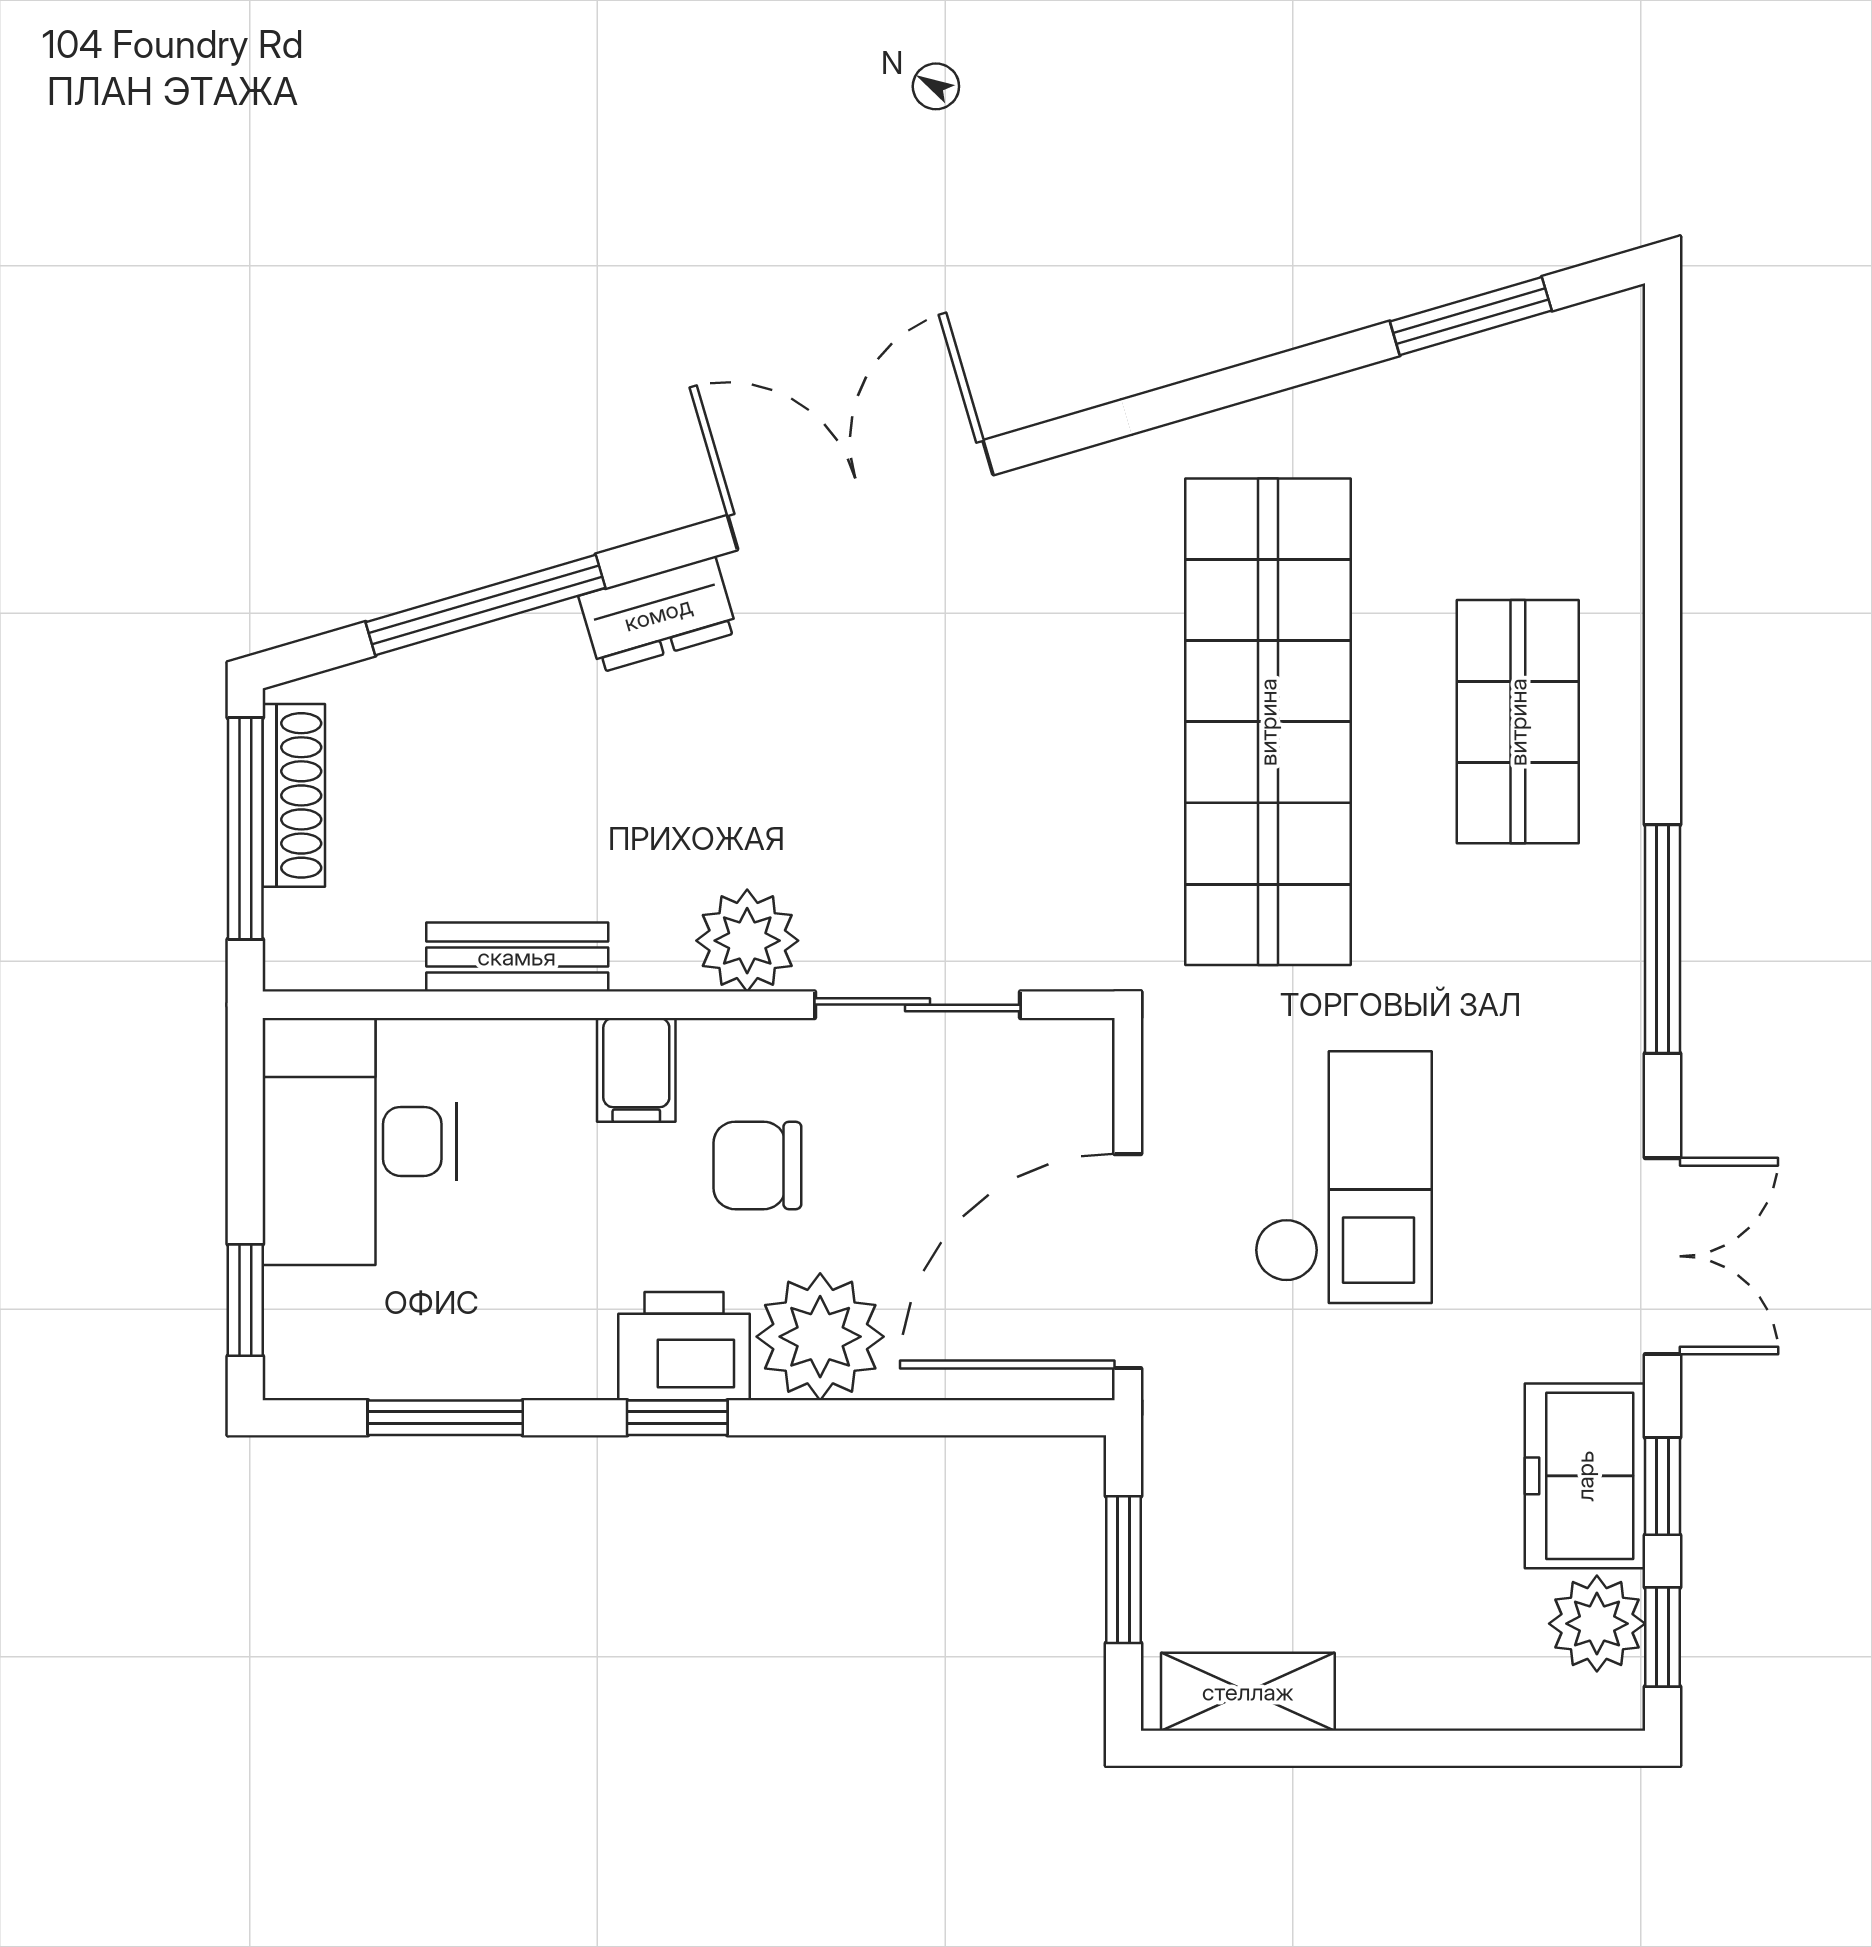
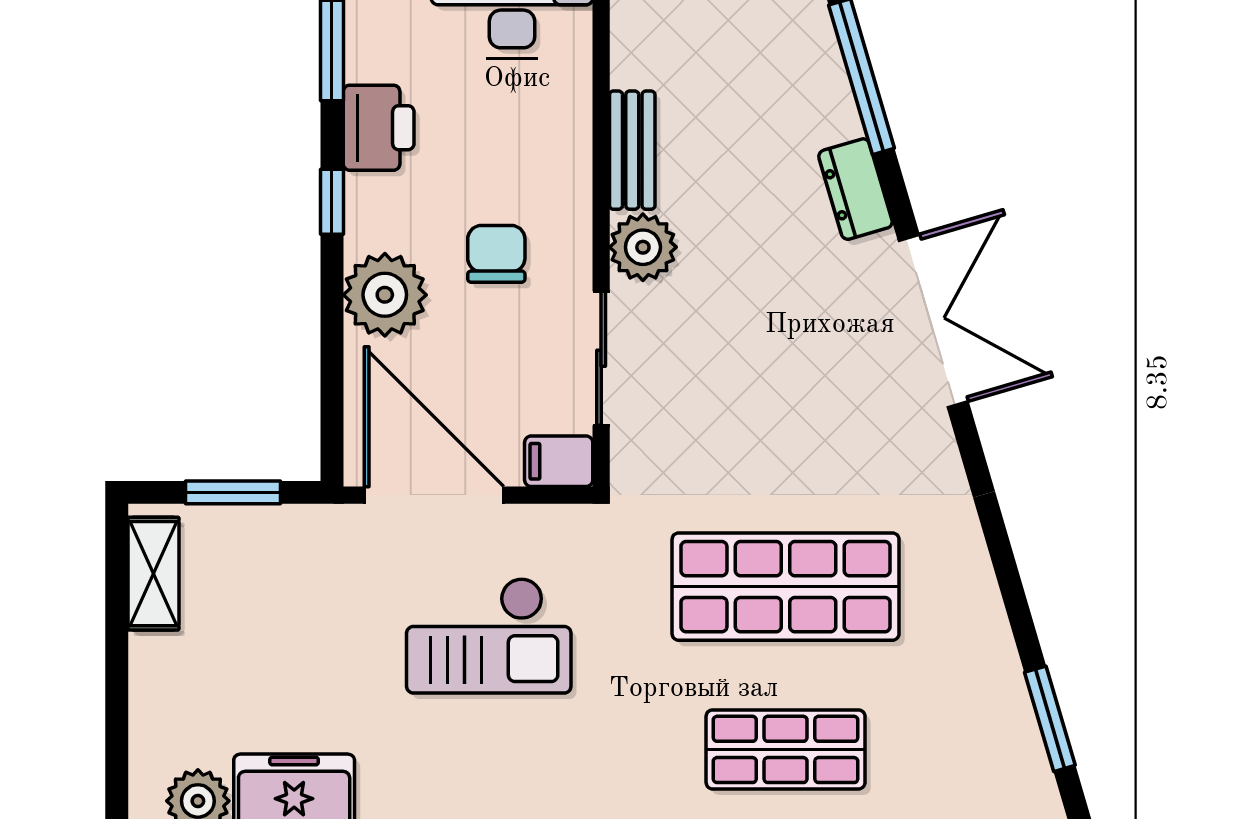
shop shelf: (1268, 722) -> (786, 587), width x0.71
bench: (517, 957) -> (632, 150), moved
filing cabinet: (636, 1070) -> (559, 461), moved
printer: (684, 1346) -> (379, 128), moved

